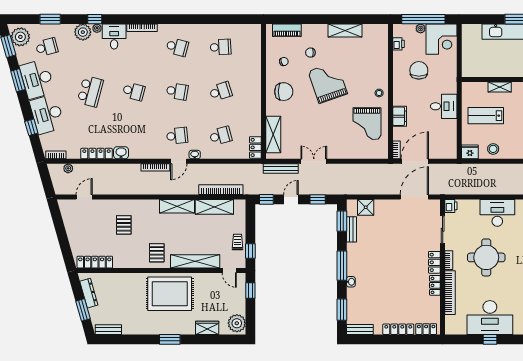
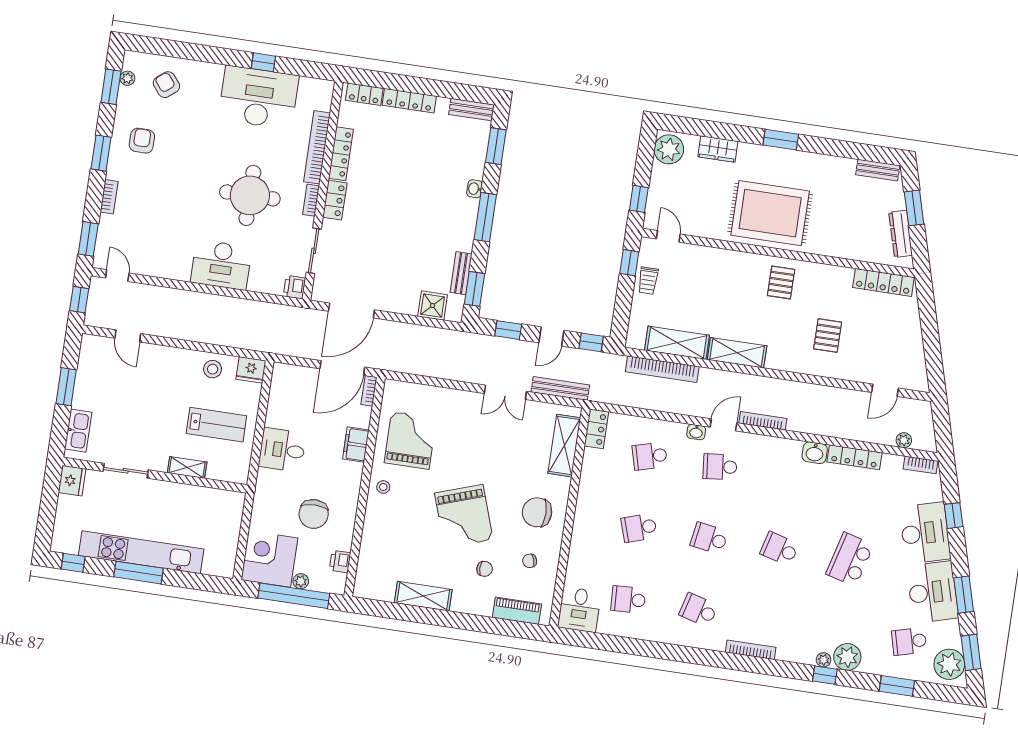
desk: (114, 37) -> (579, 610), moved
shelving: (195, 261) -> (721, 259), removed
locker: (435, 285) -> (341, 154), width x1.53

